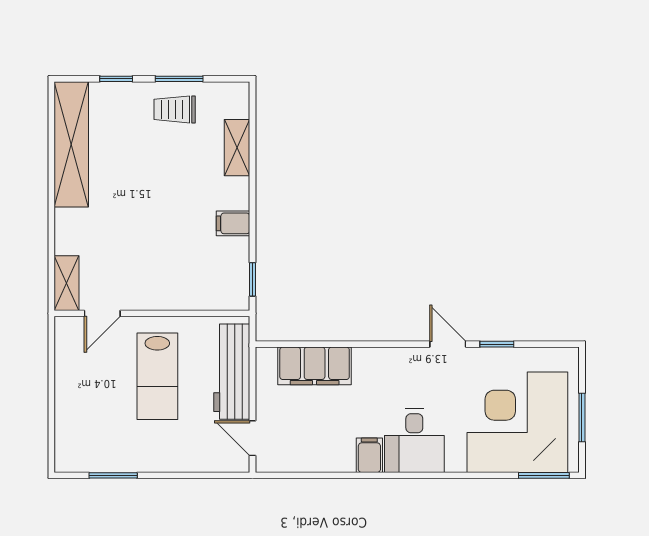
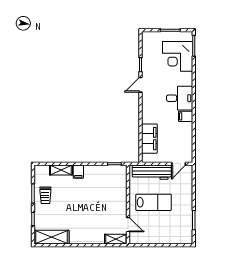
shelving: (71, 144) -> (52, 237), width x0.68
filing cabinet: (233, 223) -> (78, 172), moved
corner desk: (517, 422) -> (178, 56), width x0.74, depth x0.74

